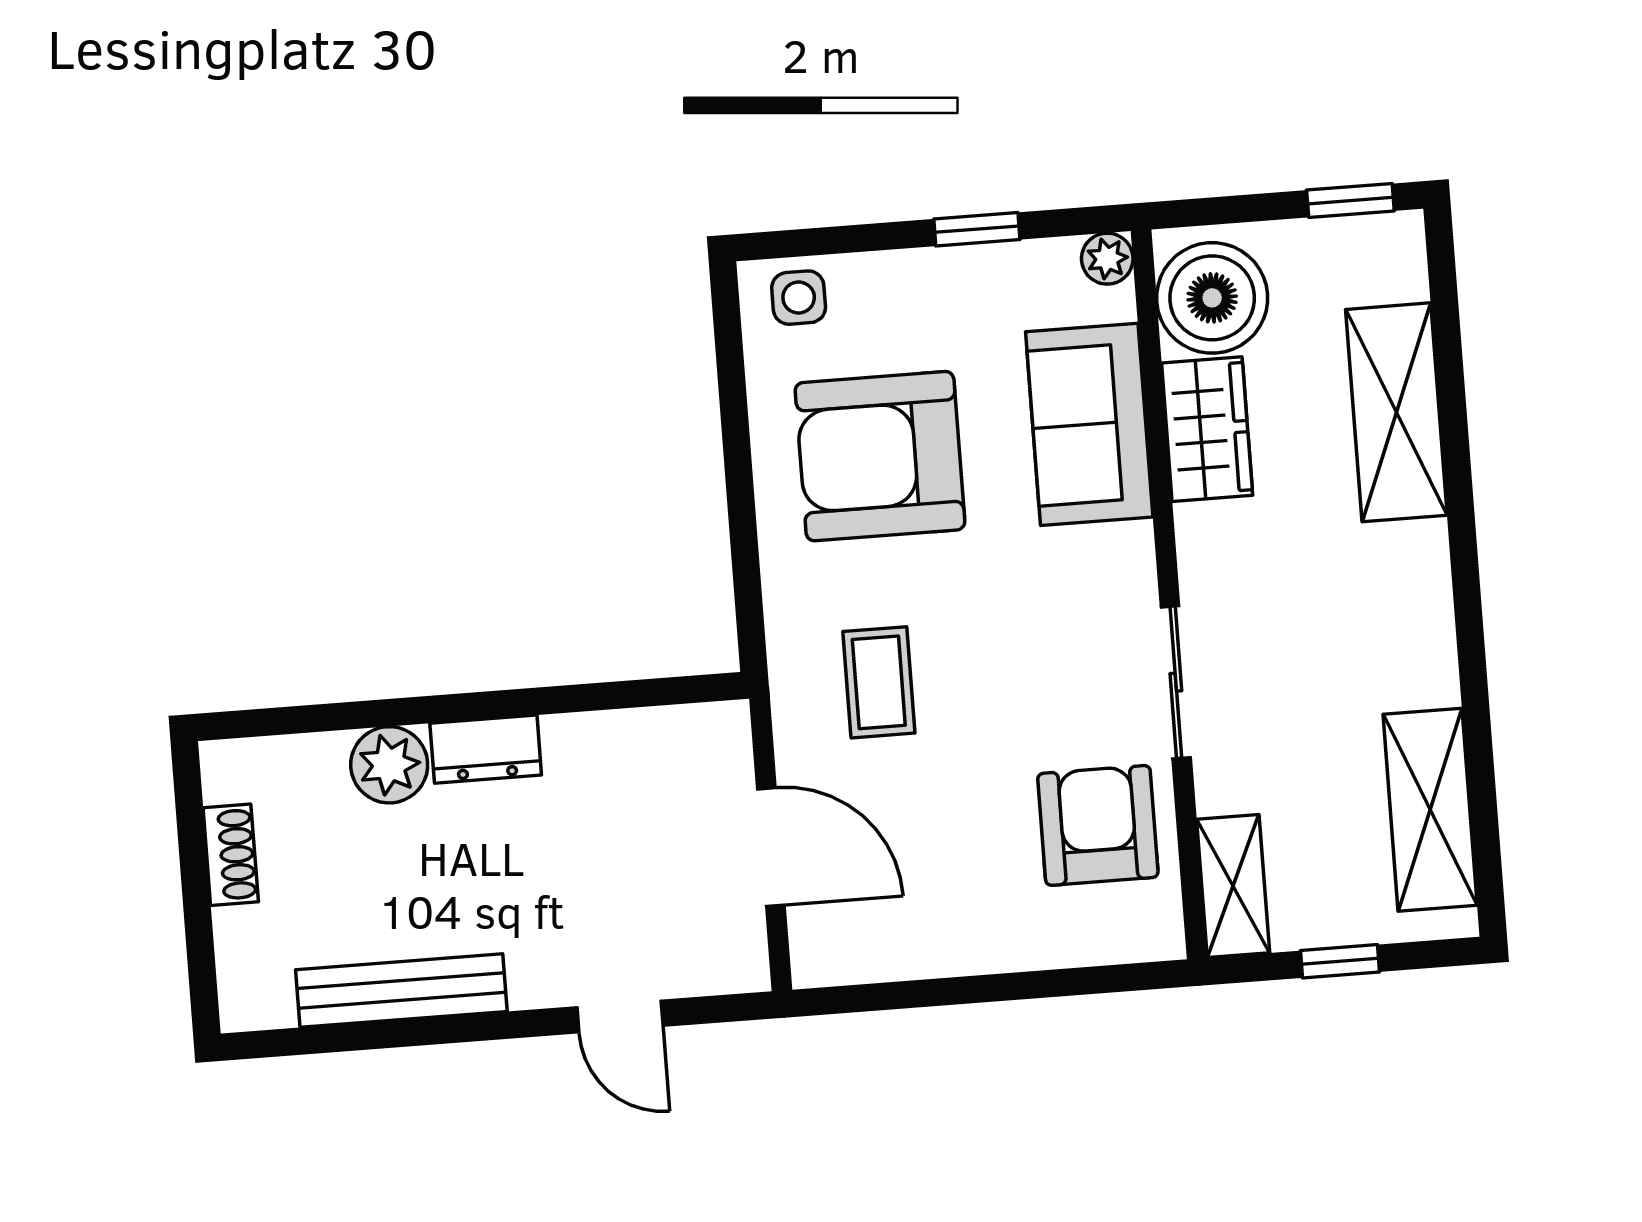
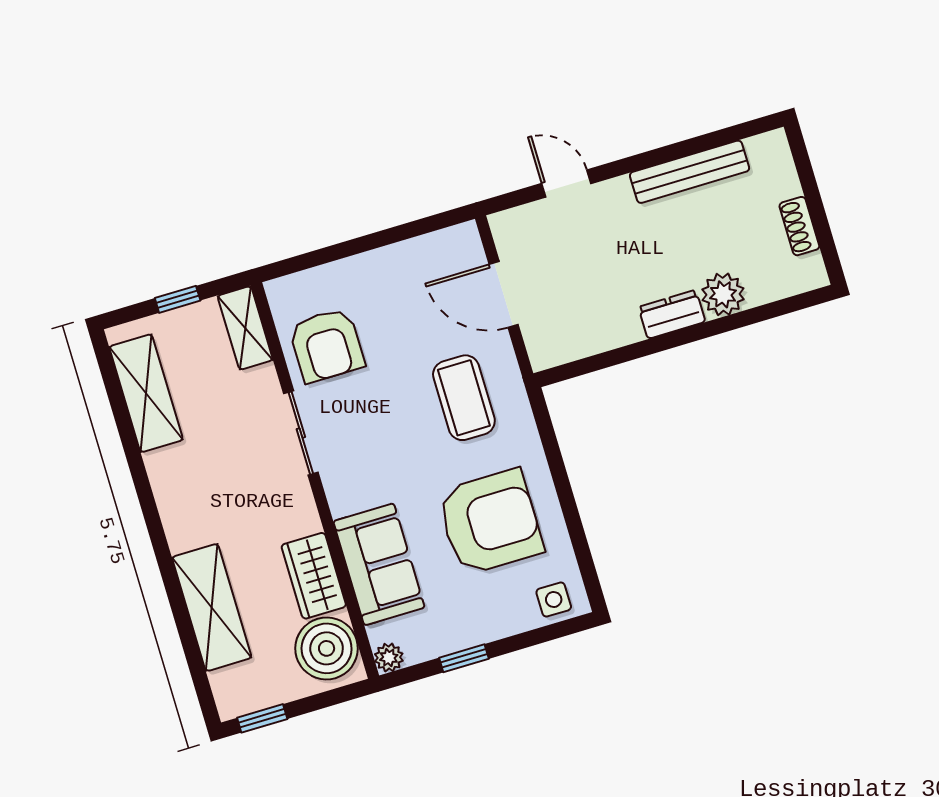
coffee table: (879, 682) -> (464, 398), width x1.36, depth x1.30

